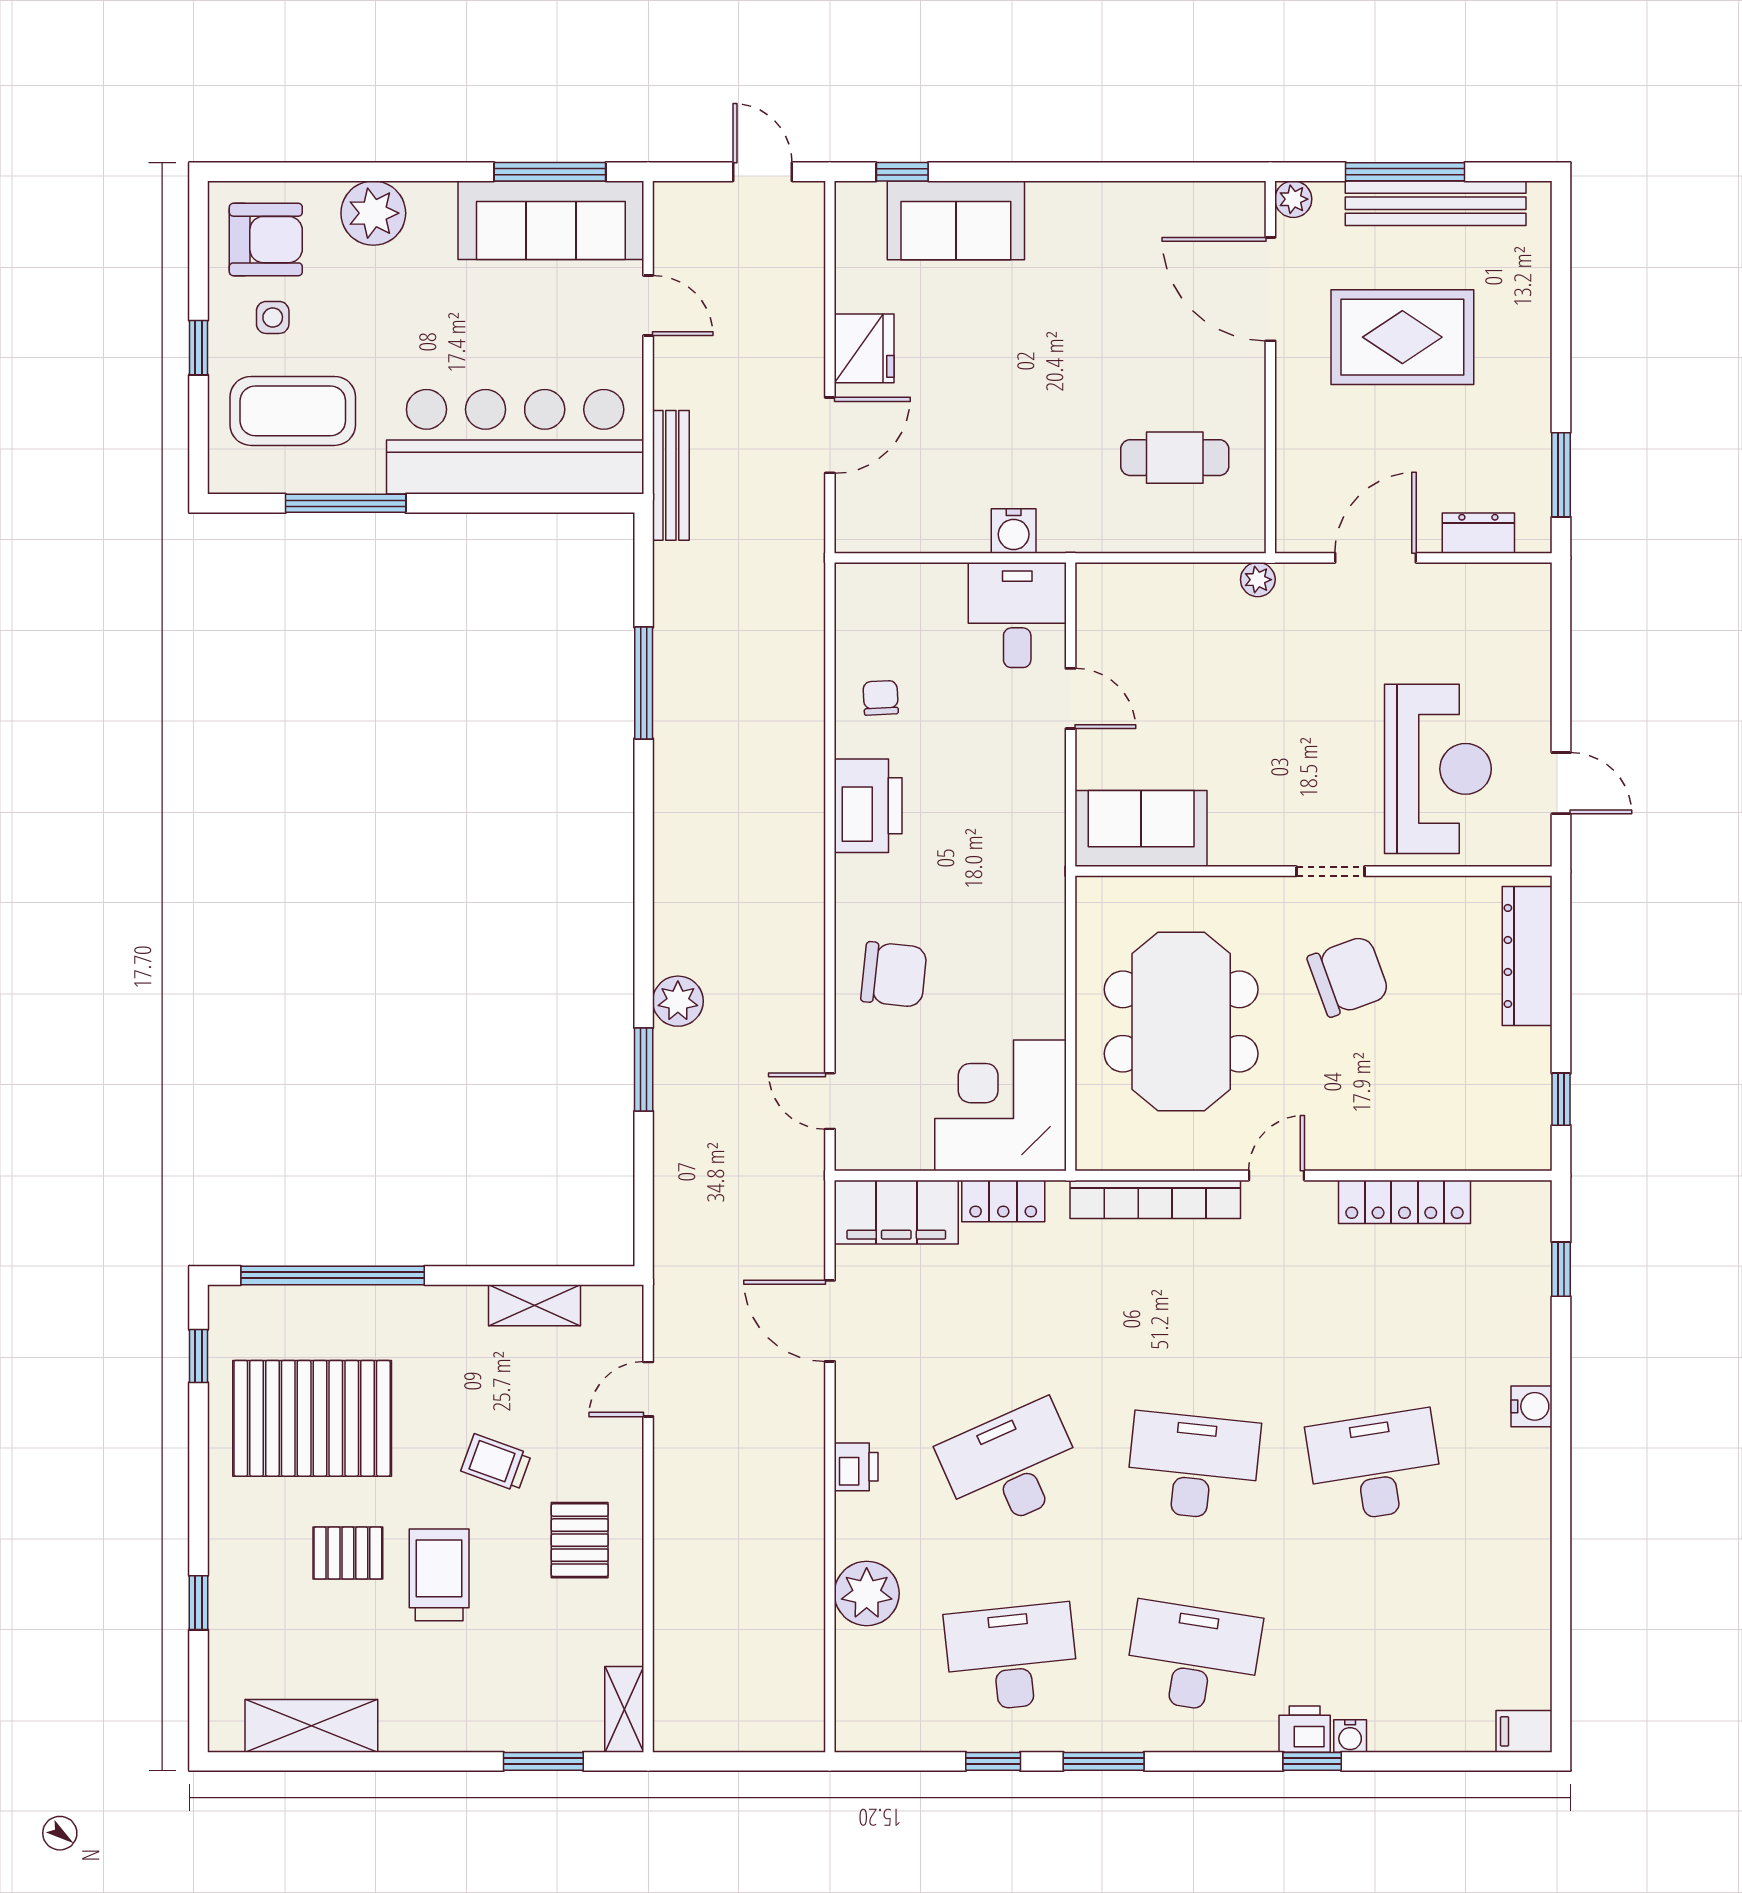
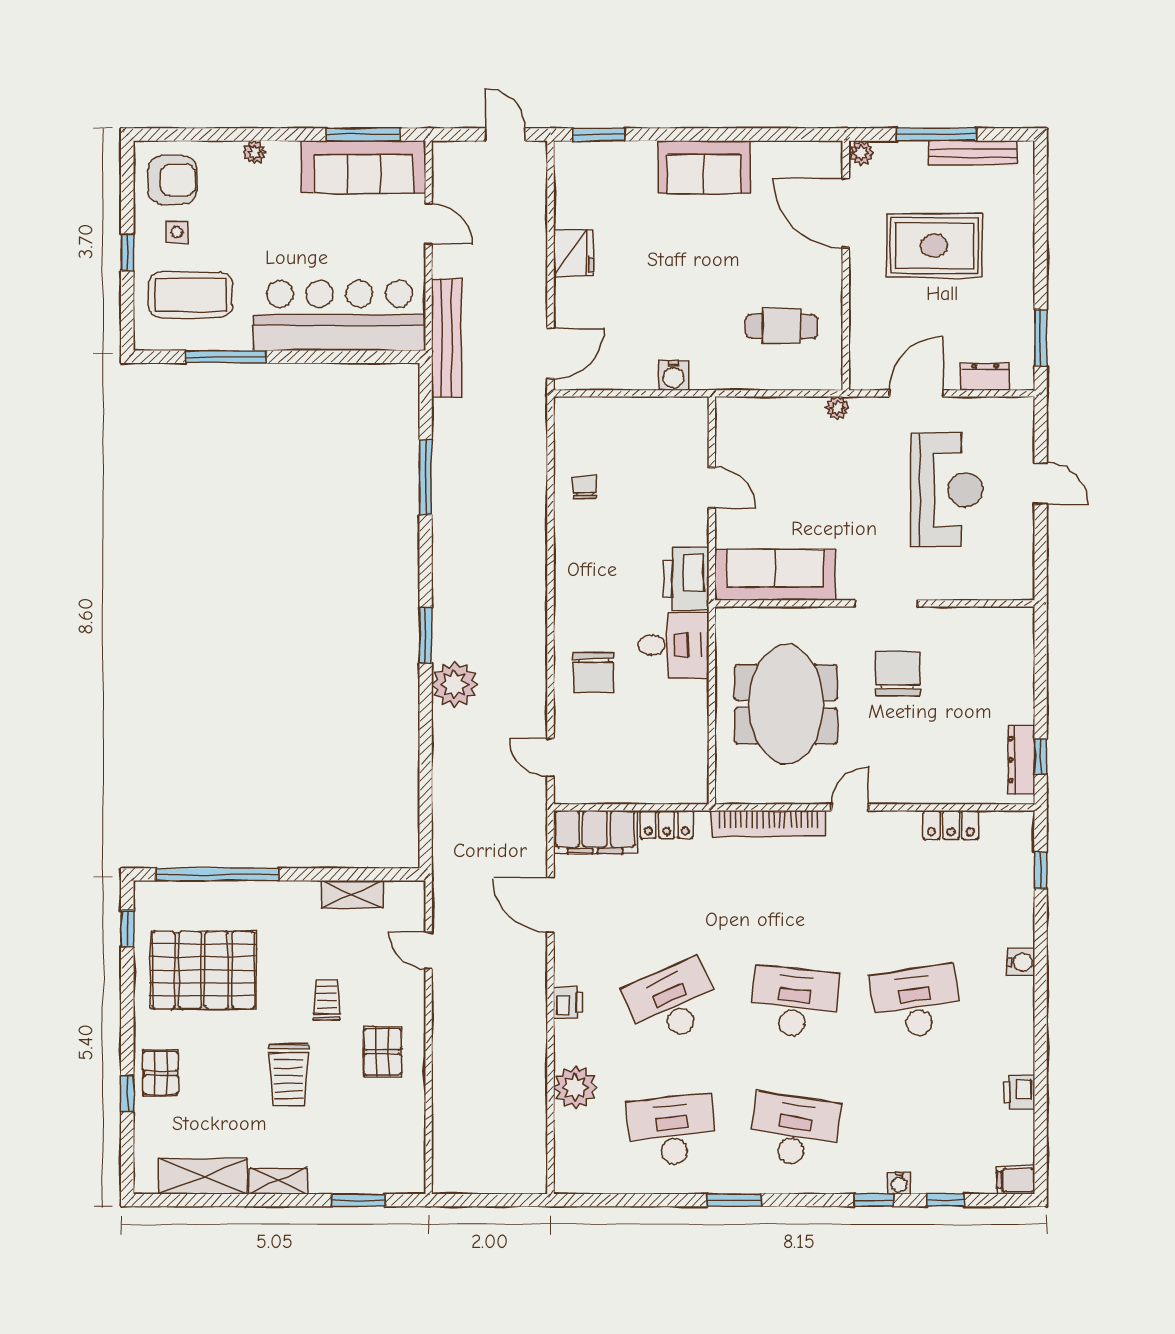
window: (902, 172) -> (599, 135), width x1.50
bench: (1436, 203) -> (973, 153), width x0.73, depth x0.82
plant: (373, 213) -> (255, 152), width x0.53, depth x0.53
sofa: (956, 220) -> (704, 167), moved
door: (830, 435) -> (550, 353), moved
bench: (671, 475) -> (447, 338), width x1.37, depth x1.21
desk: (1017, 615) -> (673, 645), moved, turned 90
reception desk: (1438, 769) -> (947, 490), moved
door: (1561, 783) -> (1041, 484), moved
printer: (868, 806) -> (686, 578), moved, turned 180
sofa: (1141, 829) -> (775, 575), width x1.36
doorway: (1330, 871) -> (886, 603), width x1.38
dresser: (1527, 956) -> (1021, 760), moved, width x0.73, depth x0.80
chair: (894, 974) -> (593, 673), turned 84
chair: (1348, 976) -> (898, 674), turned -70
plant: (678, 1001) -> (455, 684), width x1.36, depth x1.36
window: (644, 1070) -> (426, 635), moved
corner desk: (1000, 1105) -> (665, 760), removed
locker: (1404, 1202) -> (951, 825), width x0.66
door: (648, 1389) -> (429, 951), hinge flipped
trolley: (496, 1463) -> (327, 1000), turned 70
pallet: (348, 1553) -> (161, 1073), moved, turned 90
trolley: (439, 1575) -> (289, 1075), turned 180
shelving: (624, 1709) -> (279, 1181), moved, turned 90
printer: (1305, 1729) -> (1019, 1092), moved, turned -90
window: (993, 1761) -> (946, 1200), moved

